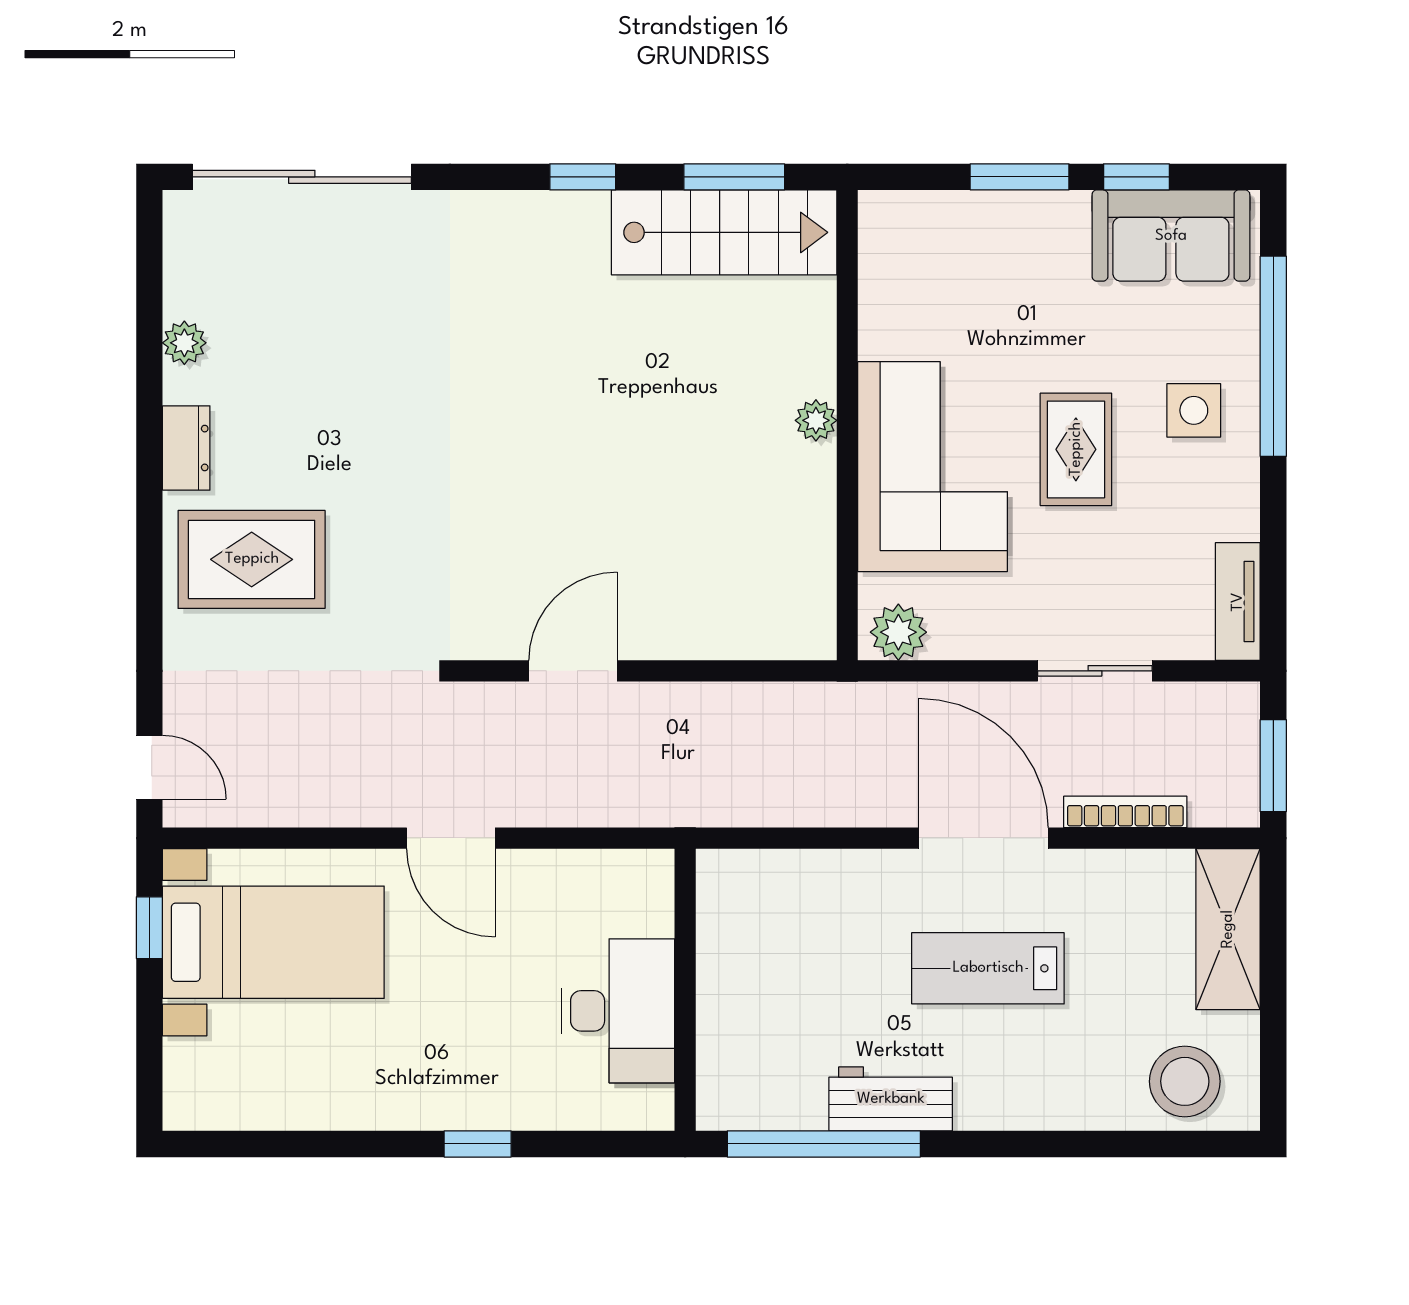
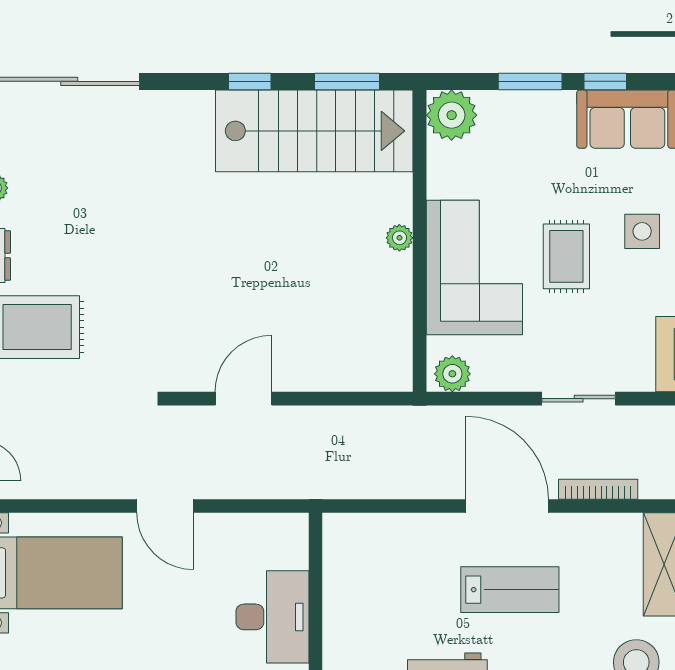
plant: (897, 229) -> (452, 115), added
stairs: (724, 232) -> (314, 131), width x1.36, depth x1.51
lab bench: (988, 968) -> (510, 590), turned 180

